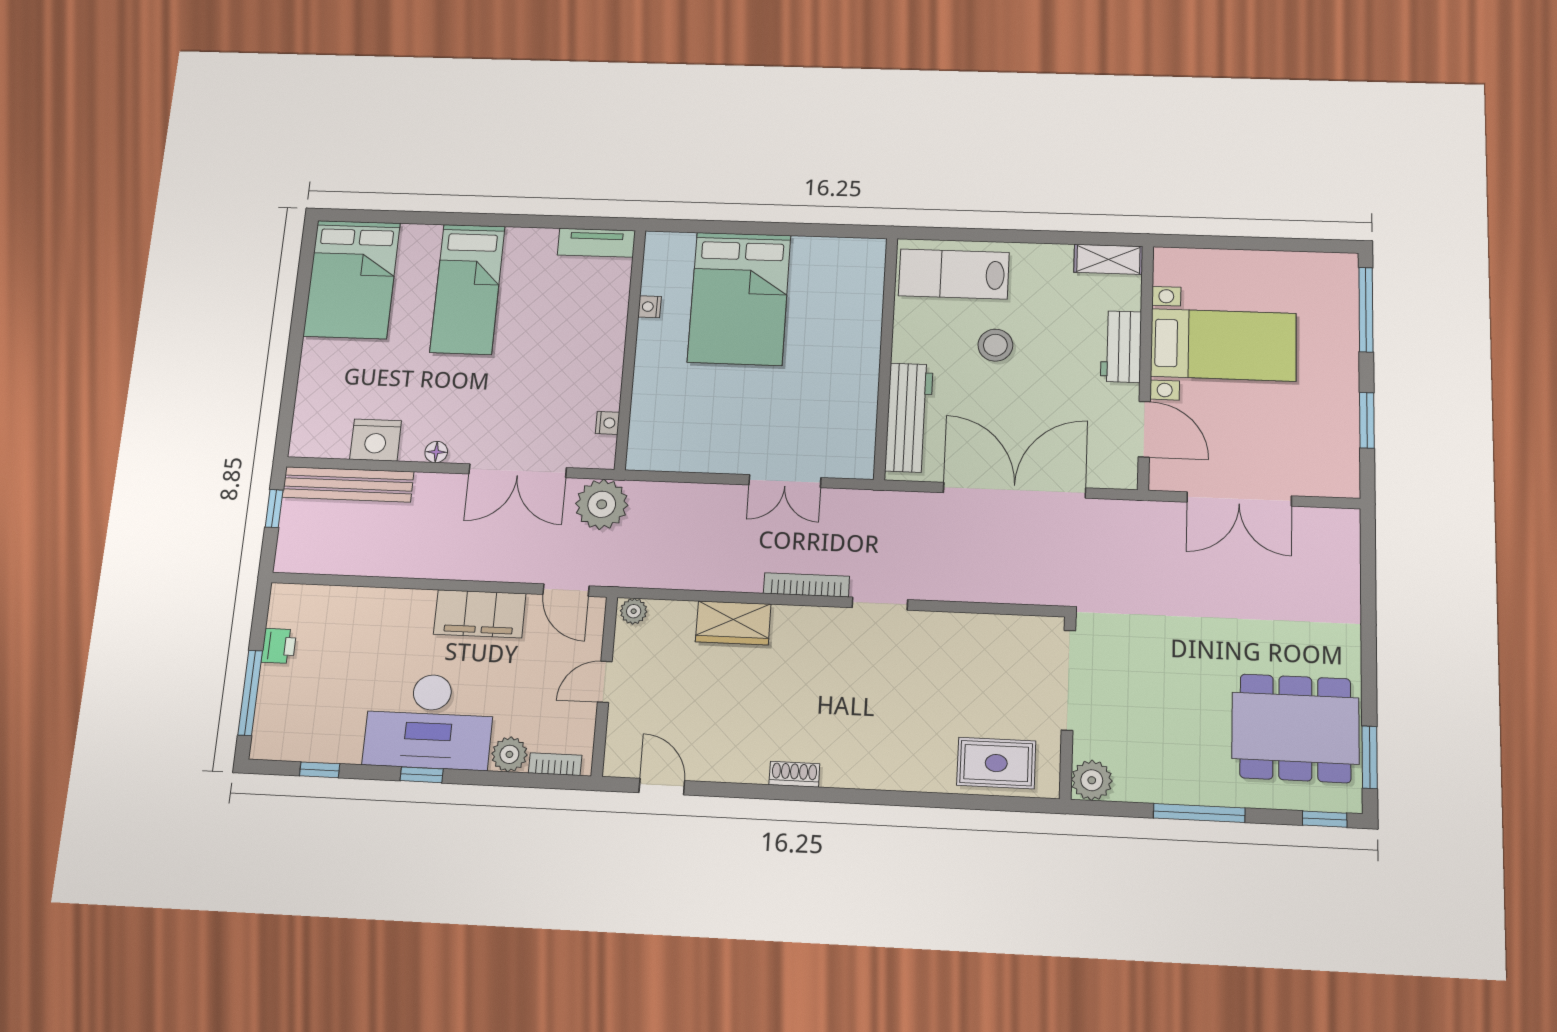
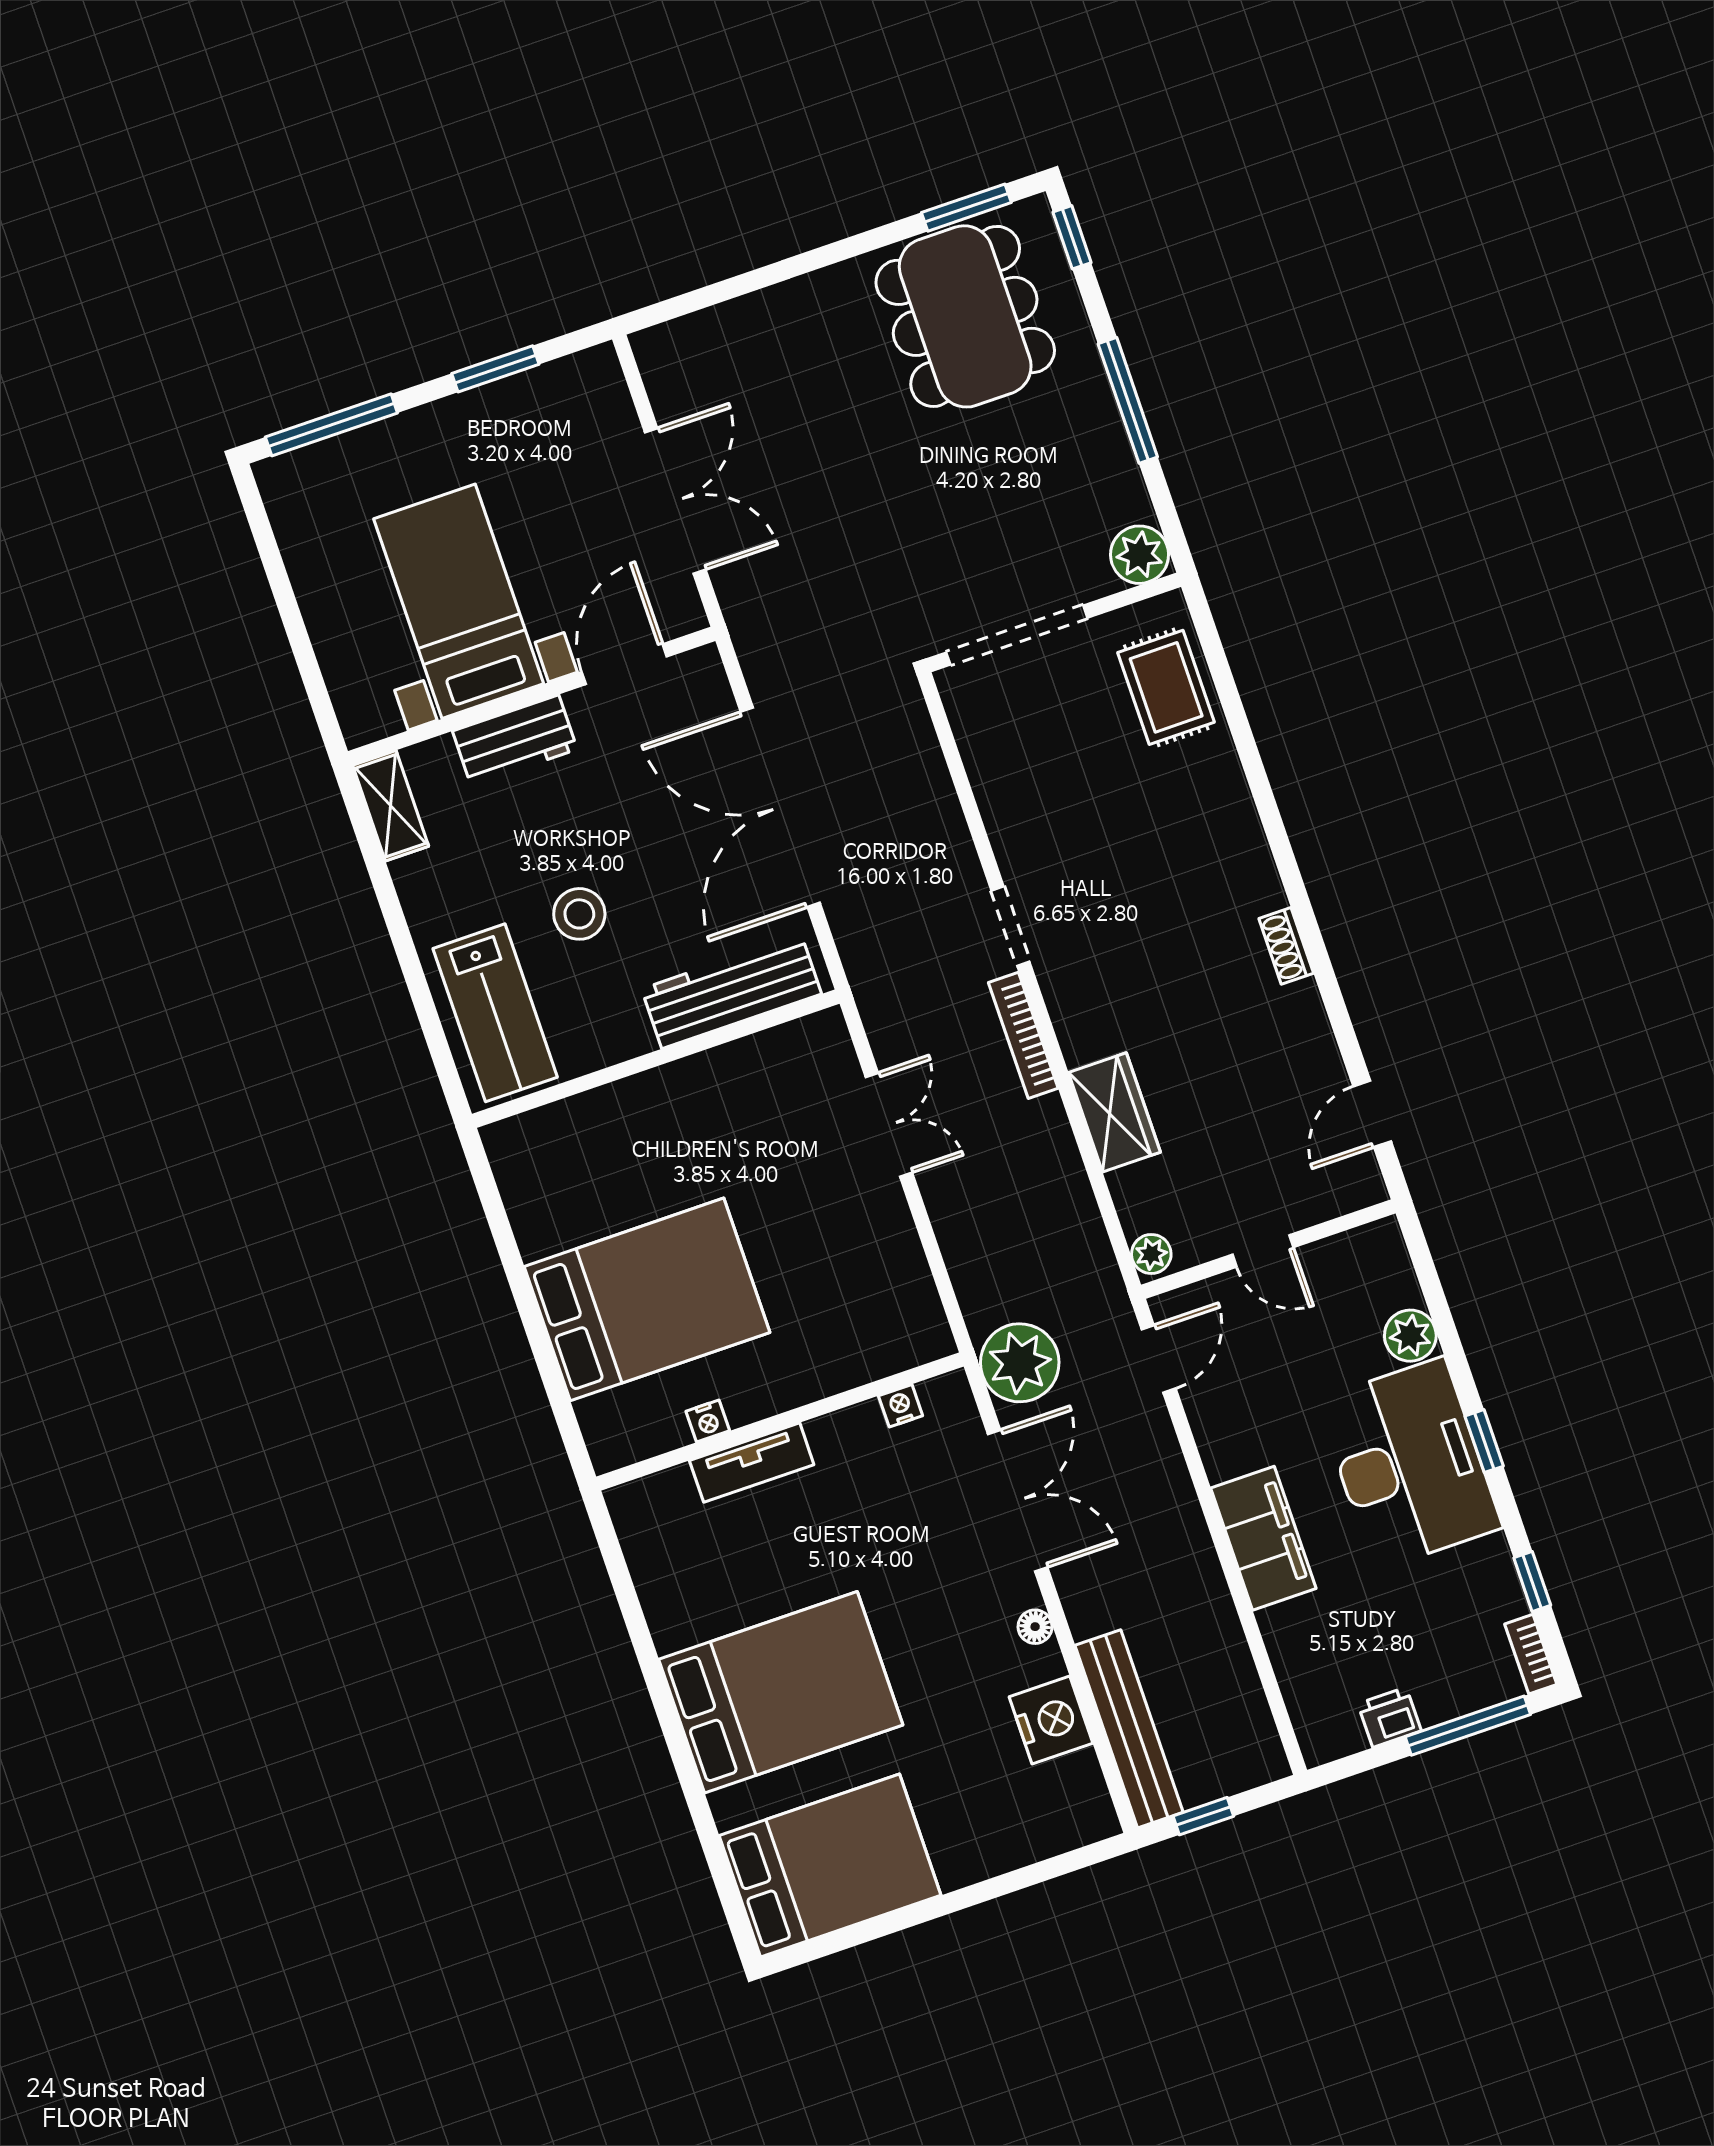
tv unit: (596, 243) -> (752, 1463), moved, turned 90
bed: (467, 289) -> (781, 1692), width x1.50
filing cabinet: (480, 614) -> (1263, 1538), moved
bookcase: (555, 764) -> (1531, 1654), moved

